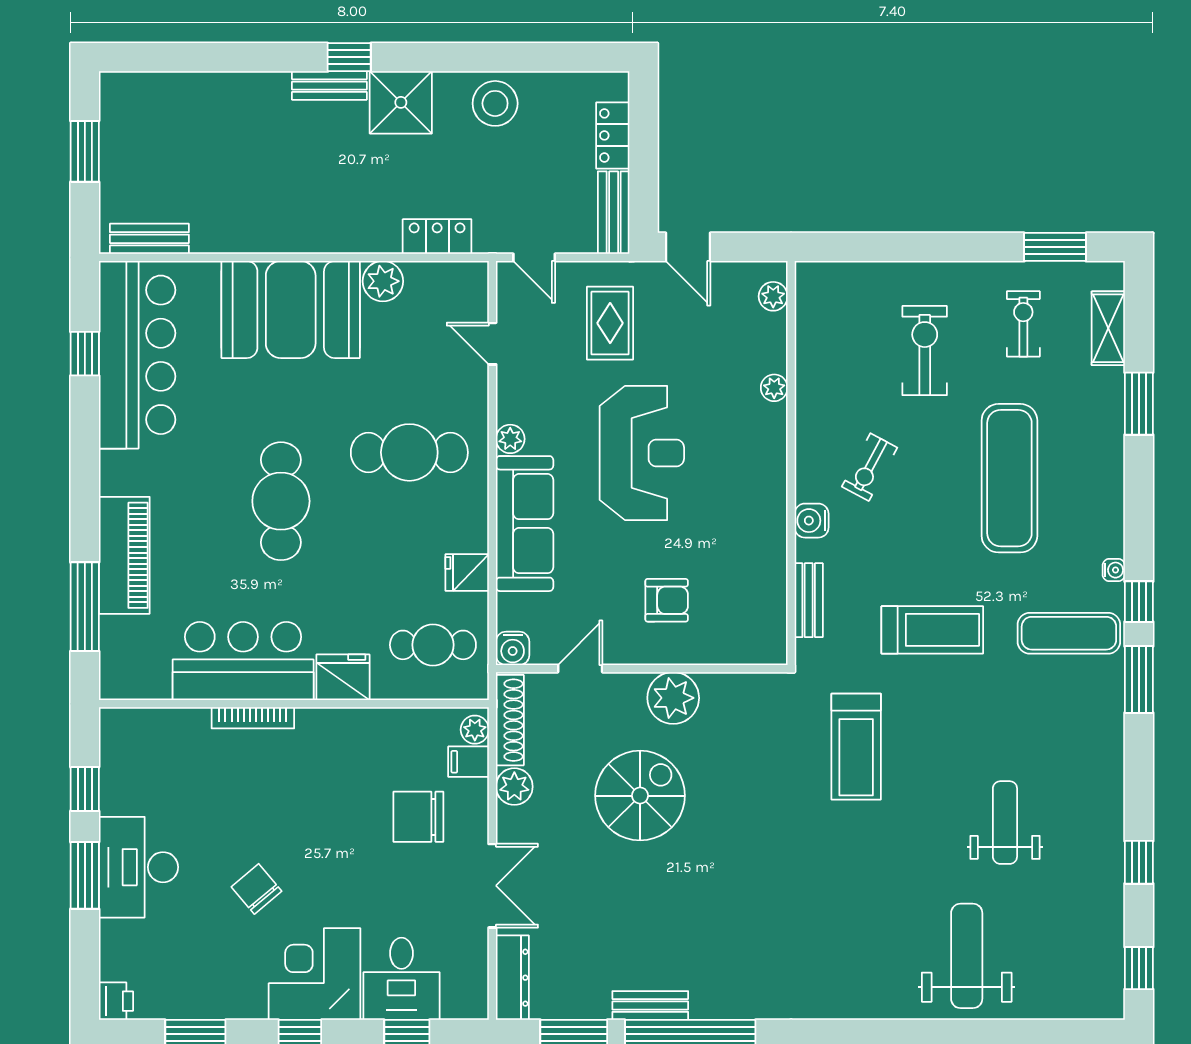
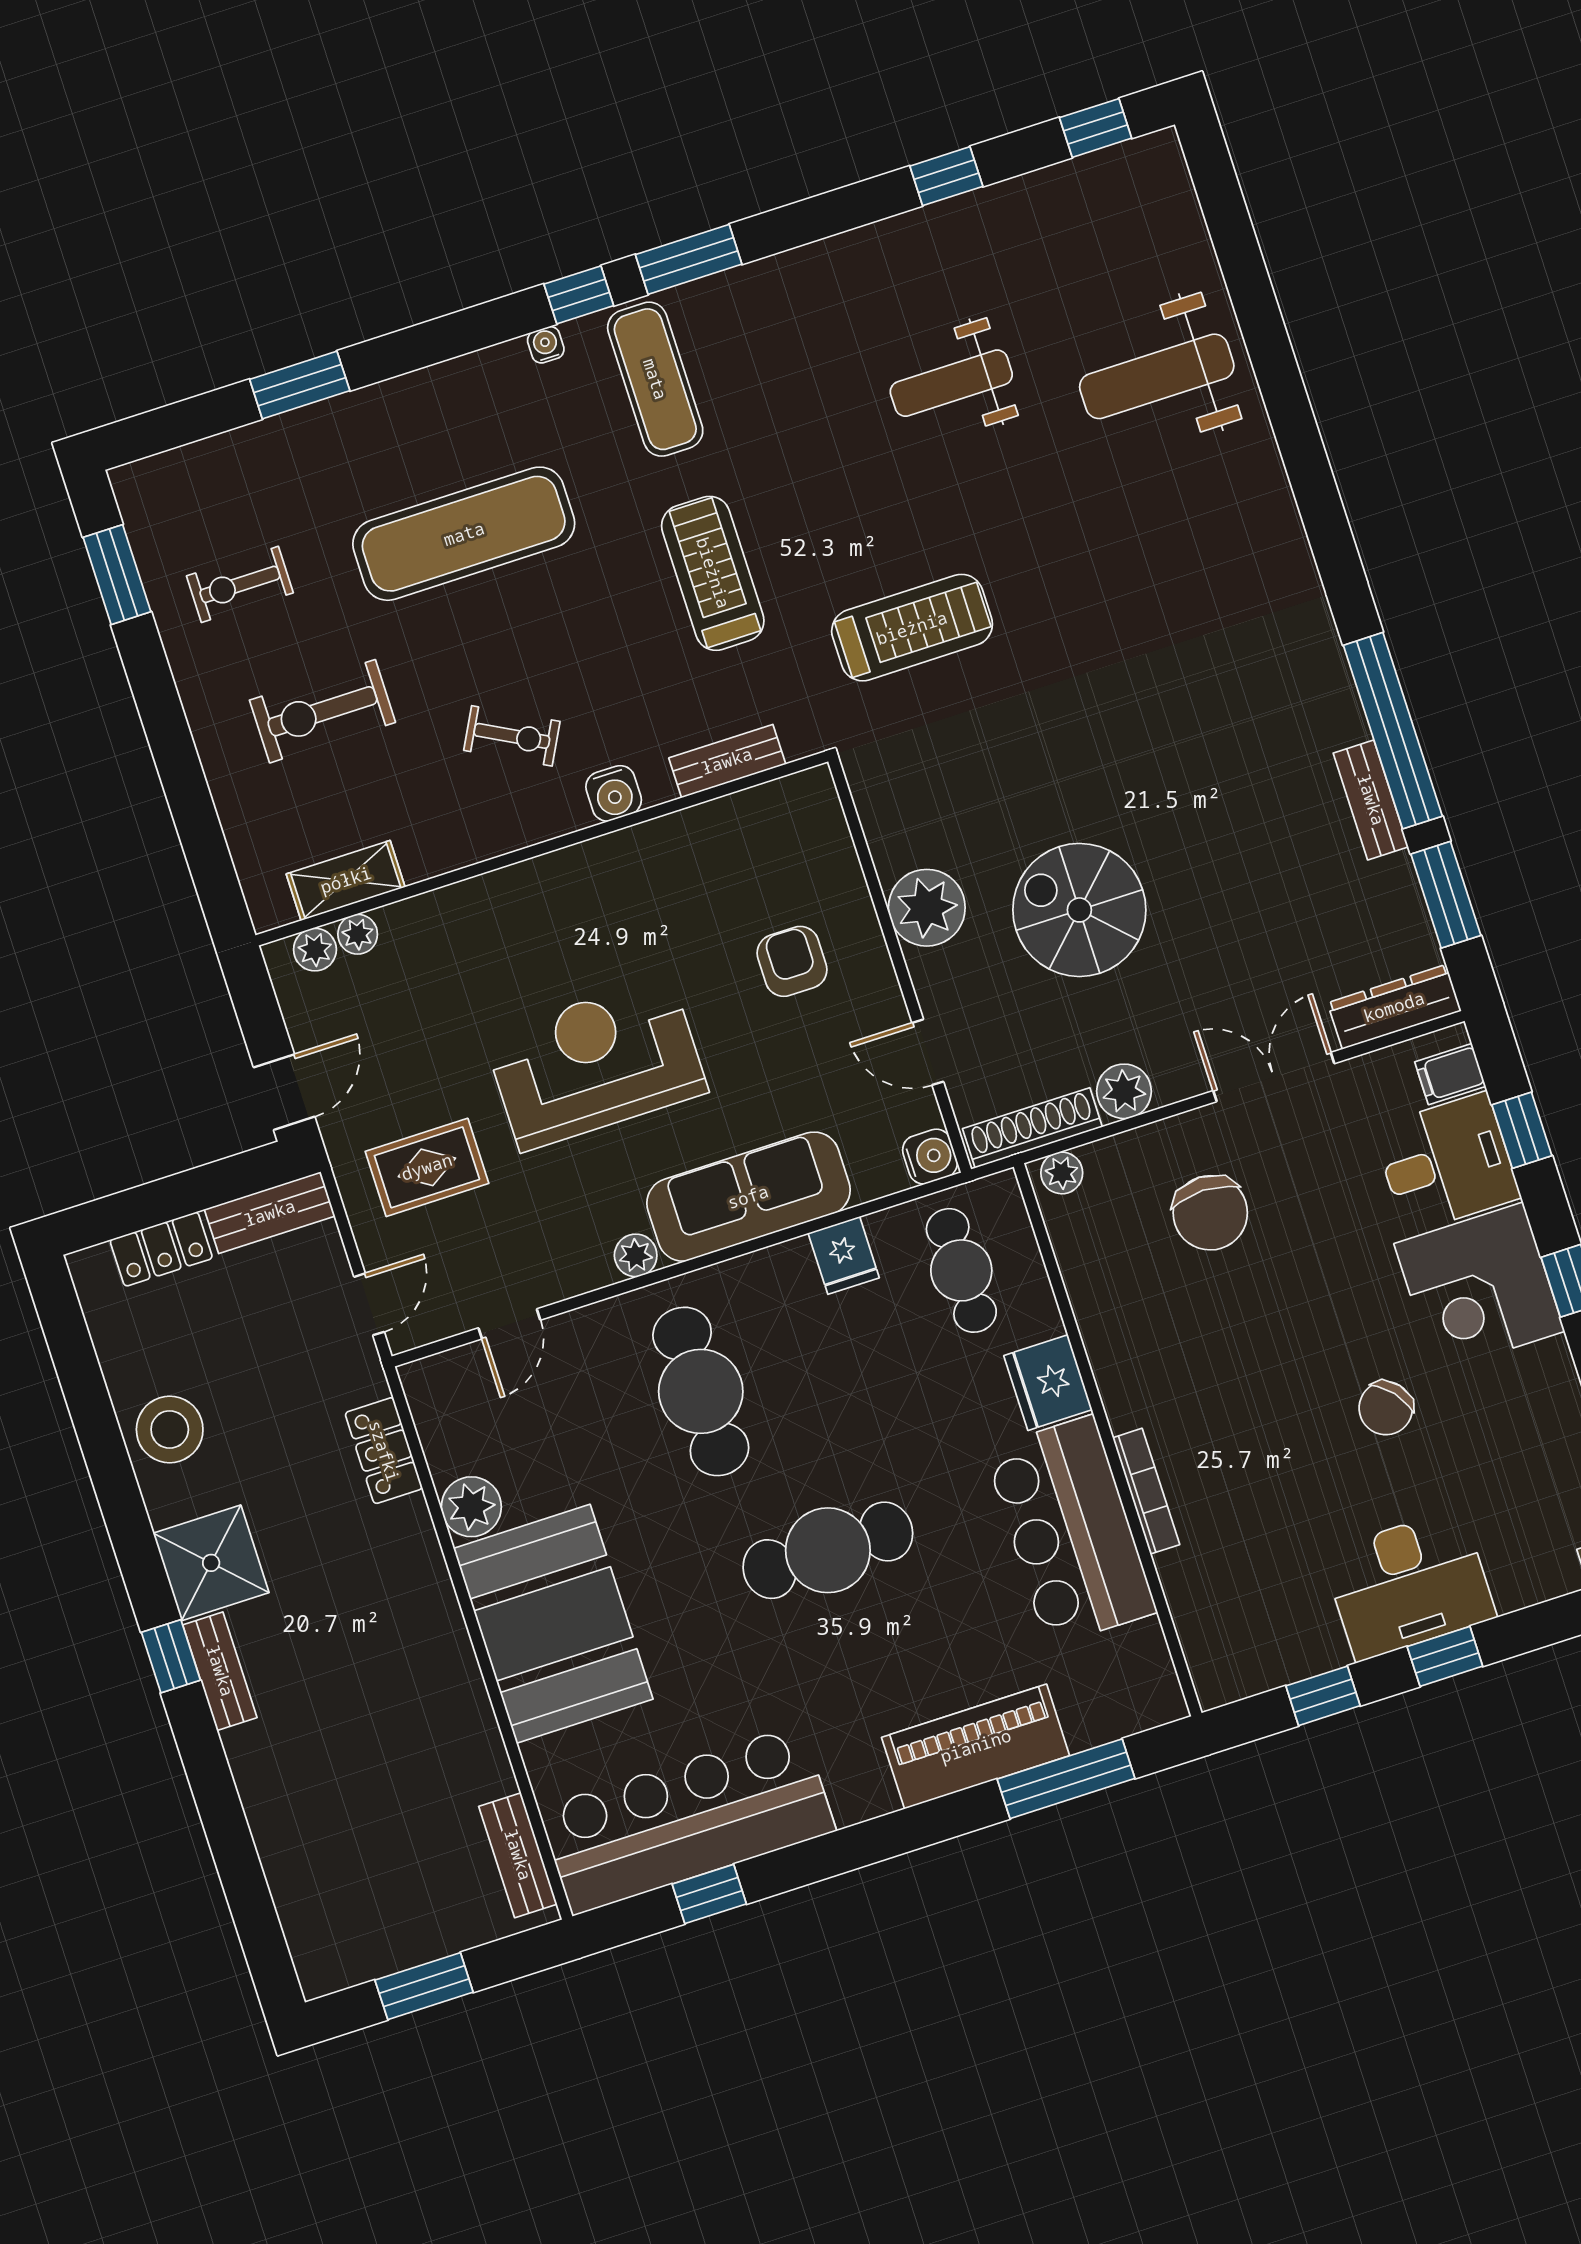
shelving: (1108, 328) -> (346, 880), moved
plant: (774, 388) -> (358, 934), moved
filing cabinet: (469, 762) -> (1450, 1074), moved, turned 90
window: (85, 875) -> (1445, 1656), width x0.67

